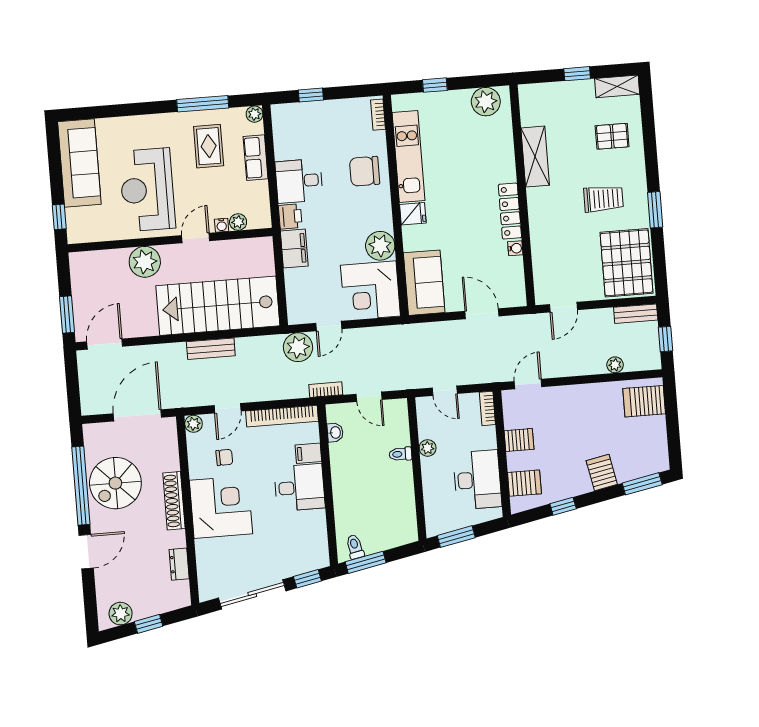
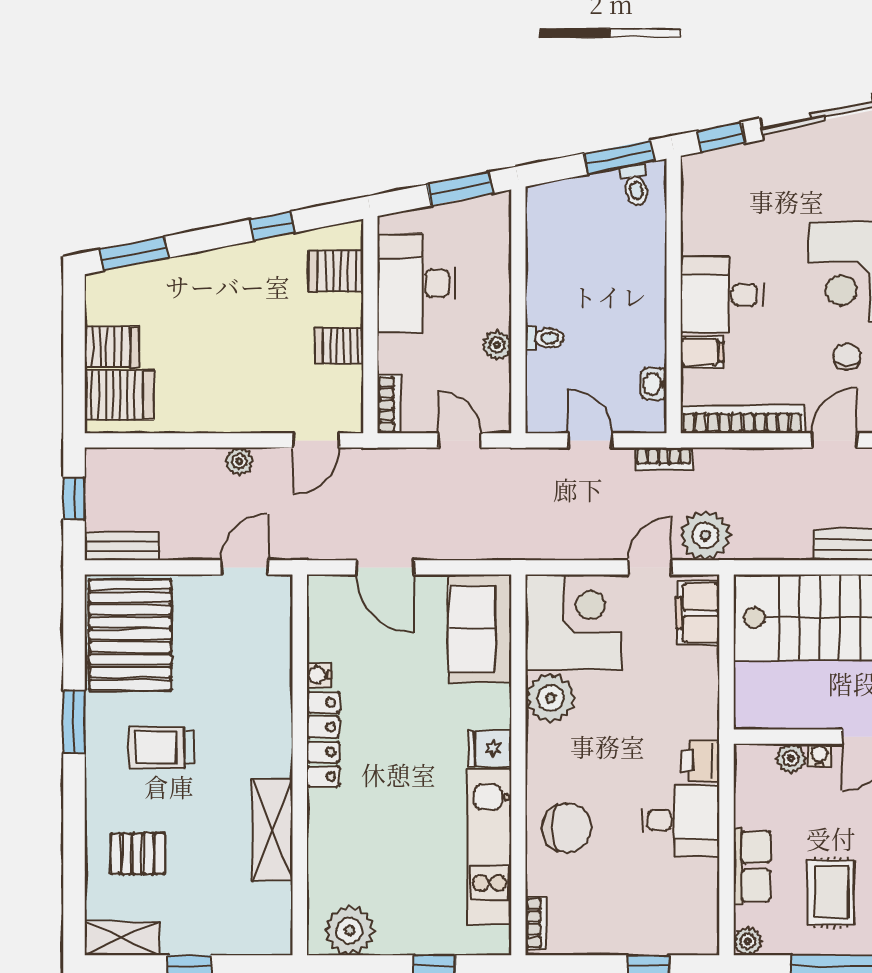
filing cabinet: (294, 249) -> (698, 613), moved
plant: (615, 365) -> (239, 461), moved
chair: (224, 457) -> (847, 357), turned 91
server rack: (602, 473) -> (112, 347), moved, turned -79

